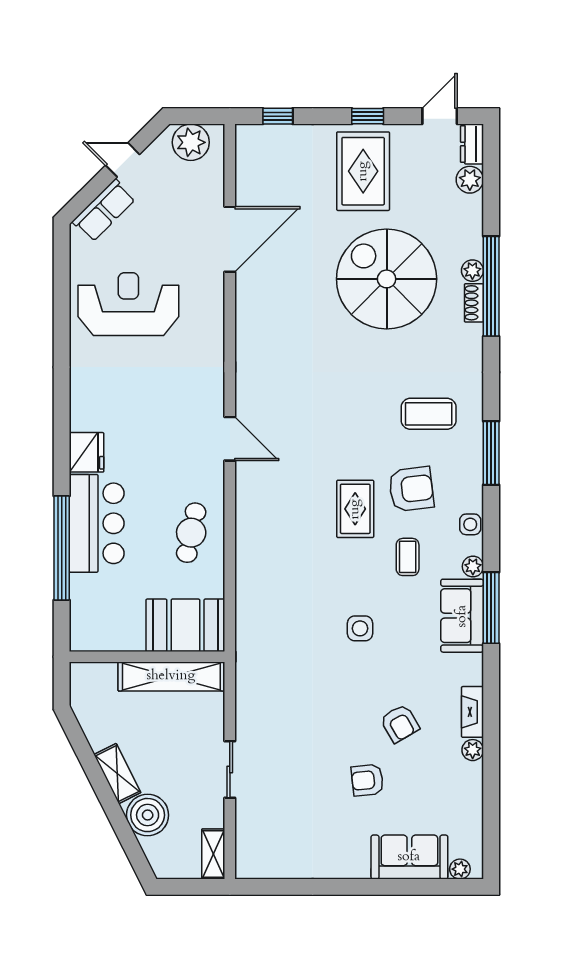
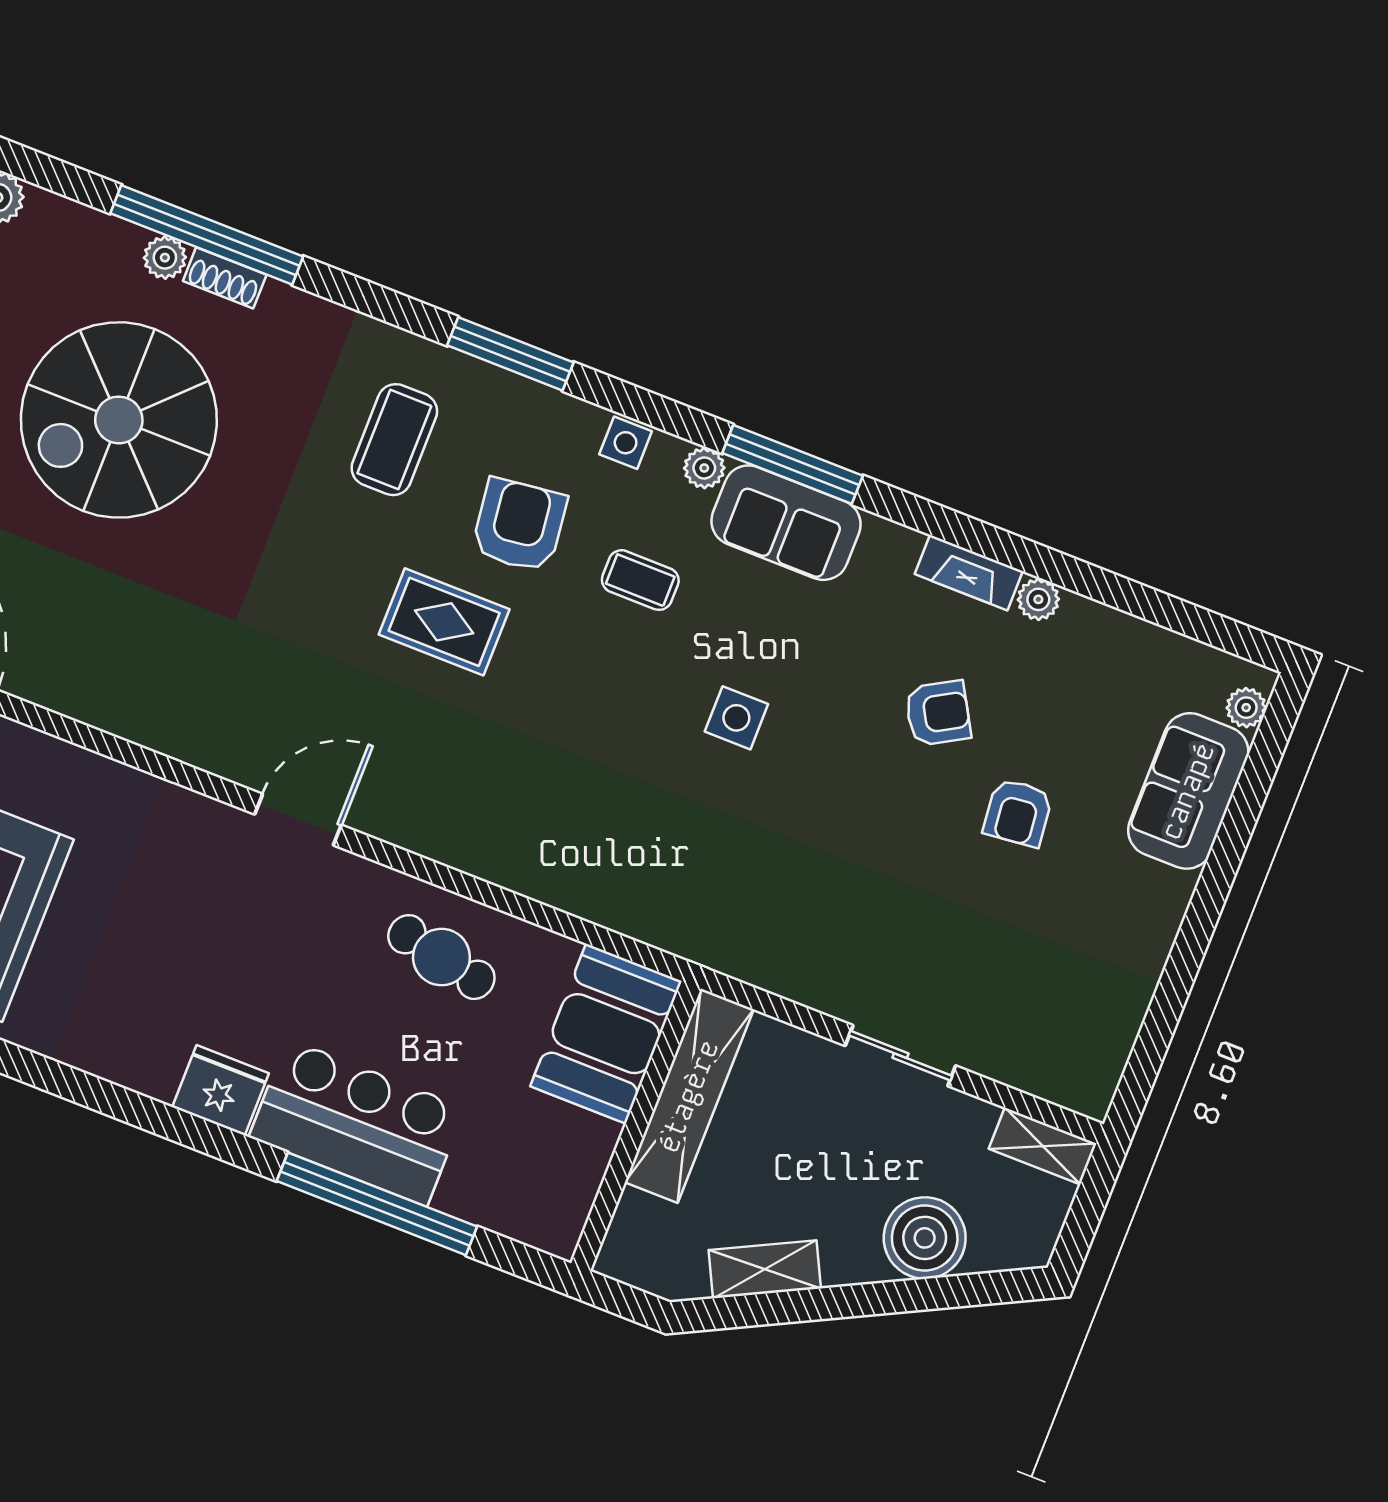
rug: (355, 509) -> (444, 622), moved
shelving: (117, 774) -> (765, 1269), moved

